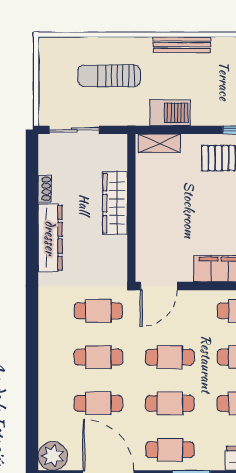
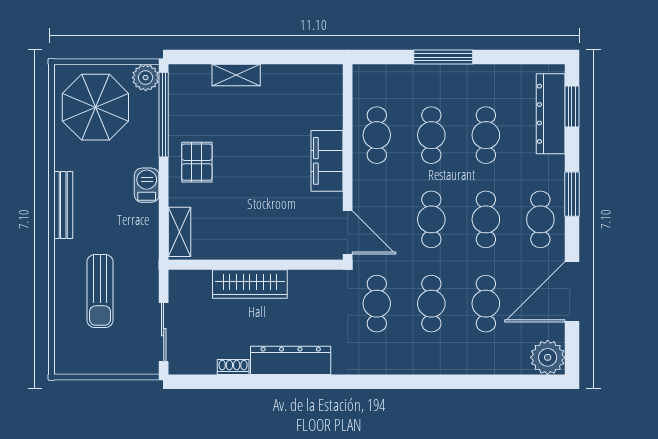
barbecue: (170, 113) -> (147, 185), moved, width x0.73, depth x0.79

